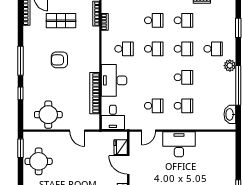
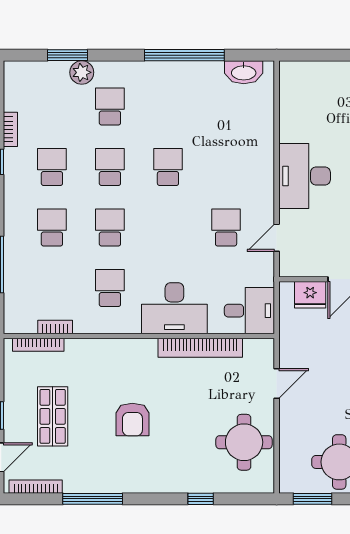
window: (20, 61) -> (93, 499), moved
plant: (230, 66) -> (82, 72), moved
school desk: (183, 106) -> (226, 167), removed
door: (149, 131) -> (277, 238), swing flipped

